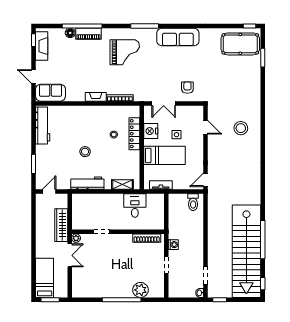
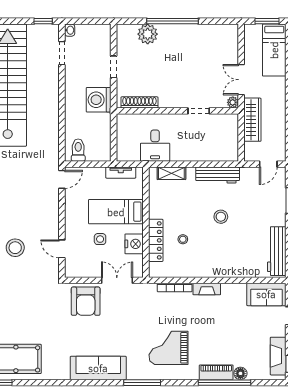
armchair: (187, 88) -> (86, 301), width x1.88, depth x1.88
washing machine: (173, 245) -> (99, 100), width x1.89, depth x1.89

